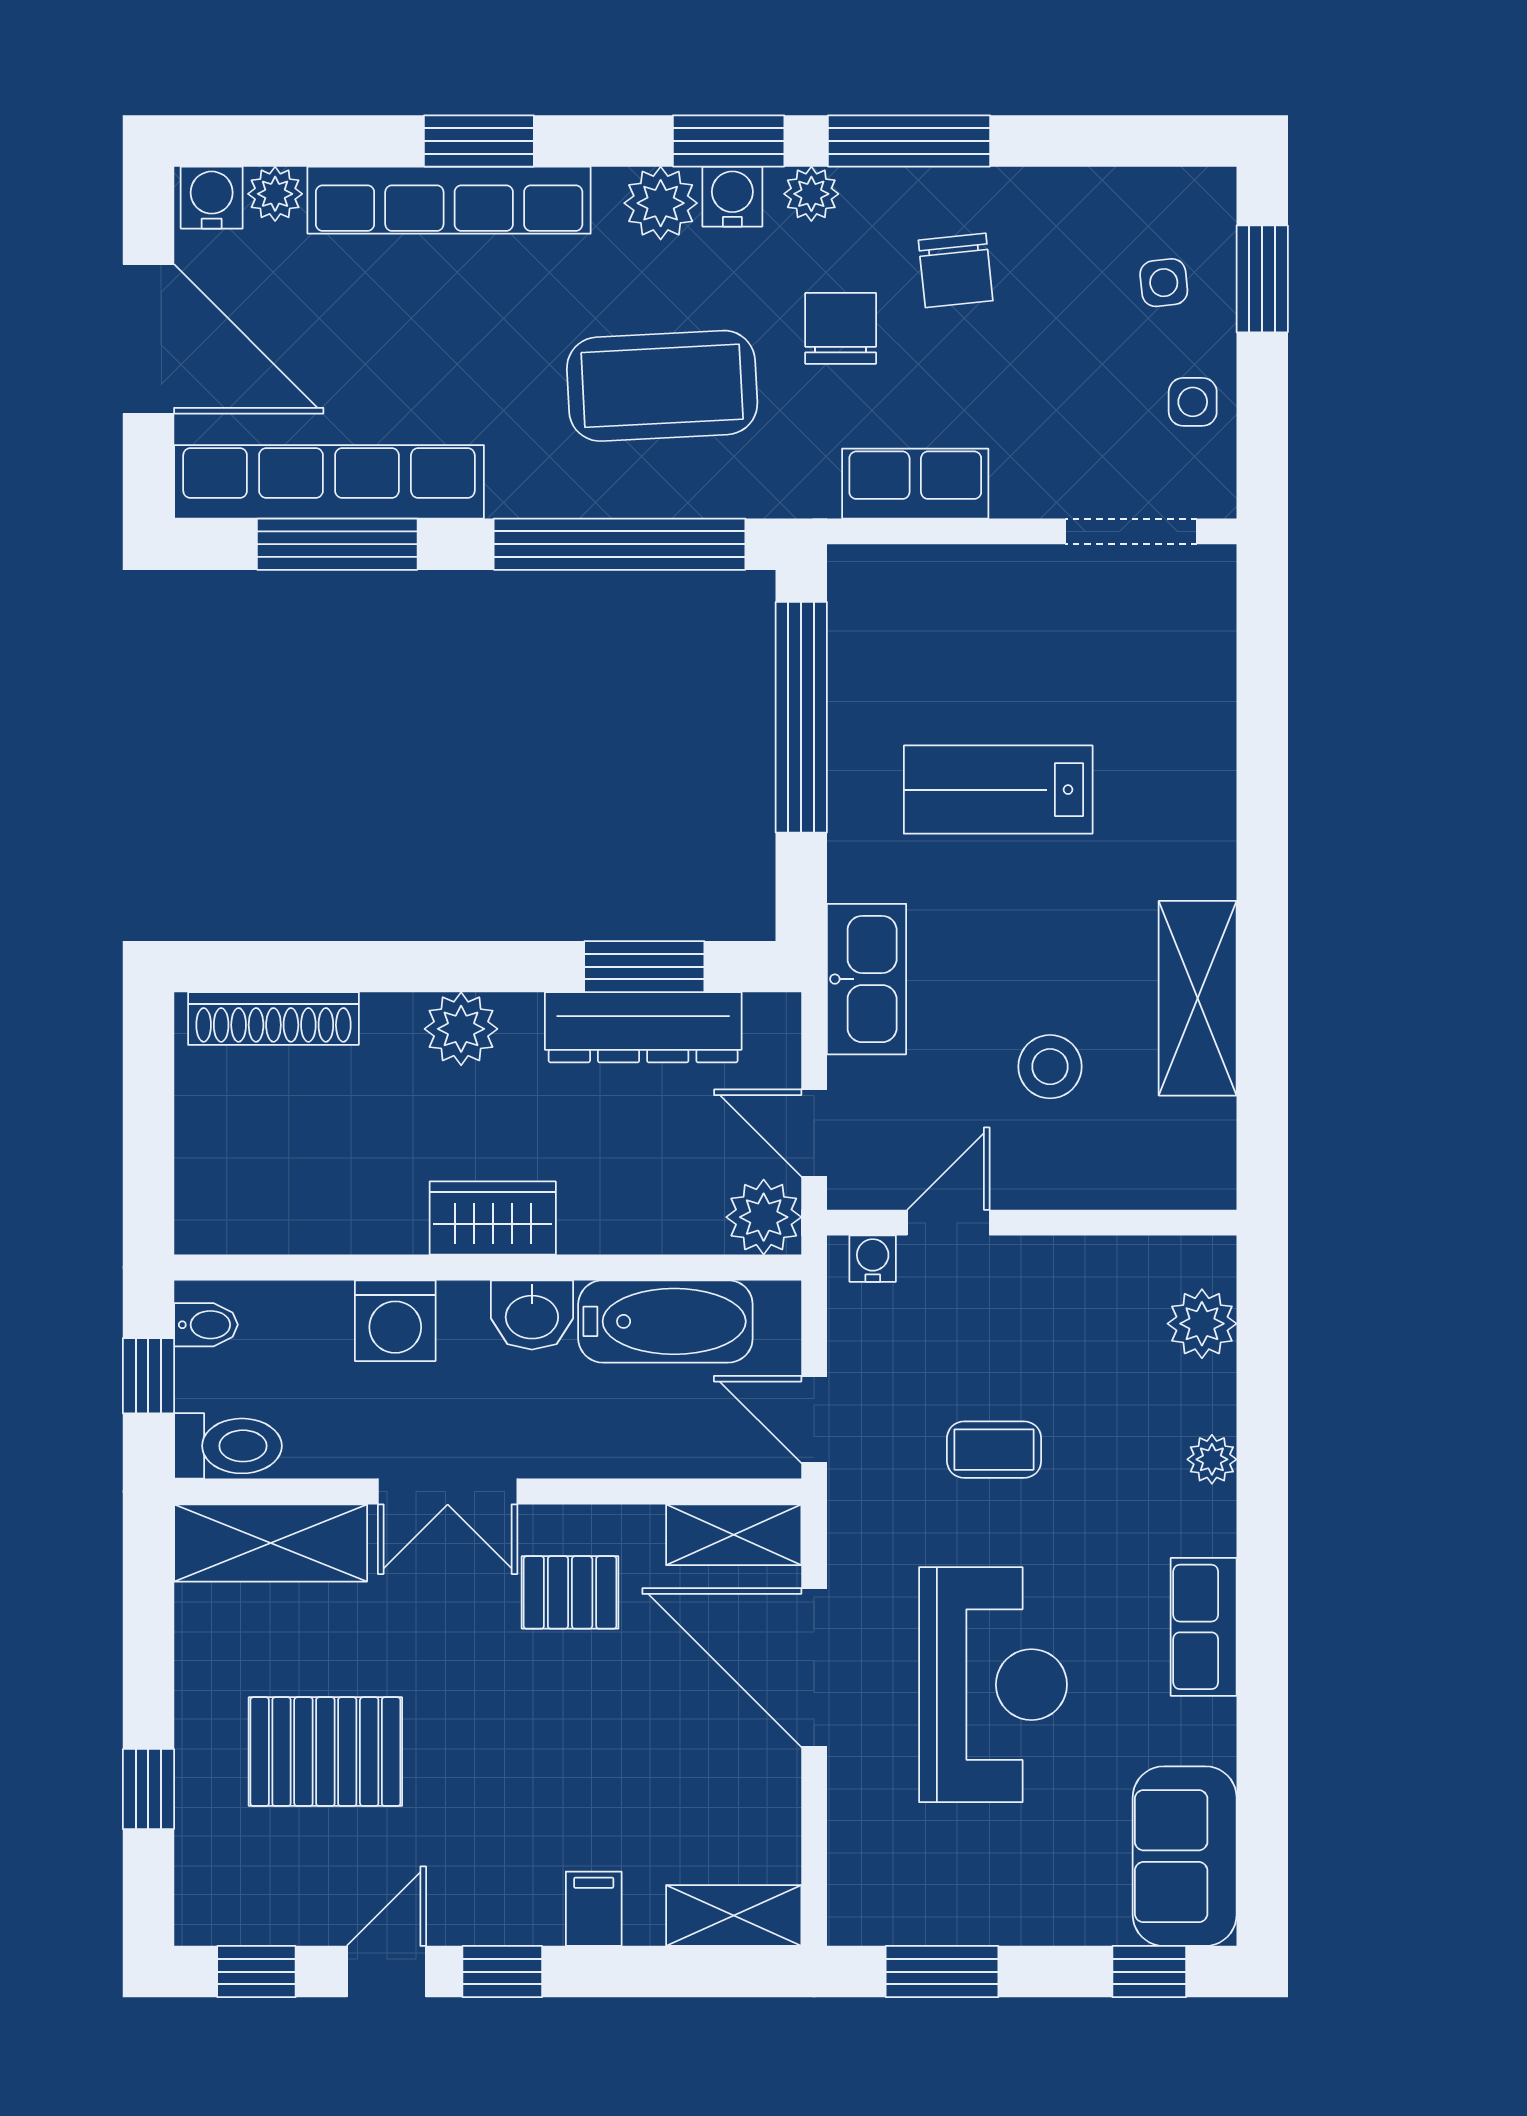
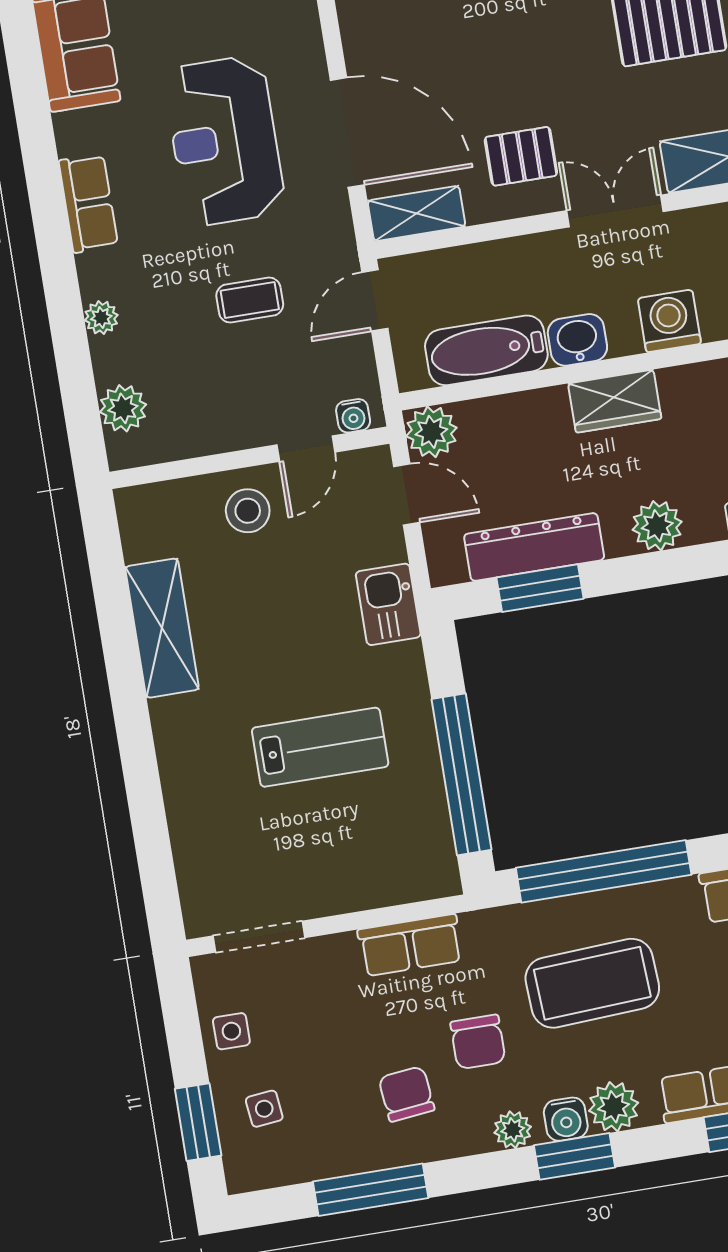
window: (909, 141) -> (371, 1190), moved
kitchen sink: (867, 979) -> (388, 604), width x0.73
stool: (1050, 1067) -> (248, 511), moved
door: (814, 1420) -> (375, 300), swing flipped

